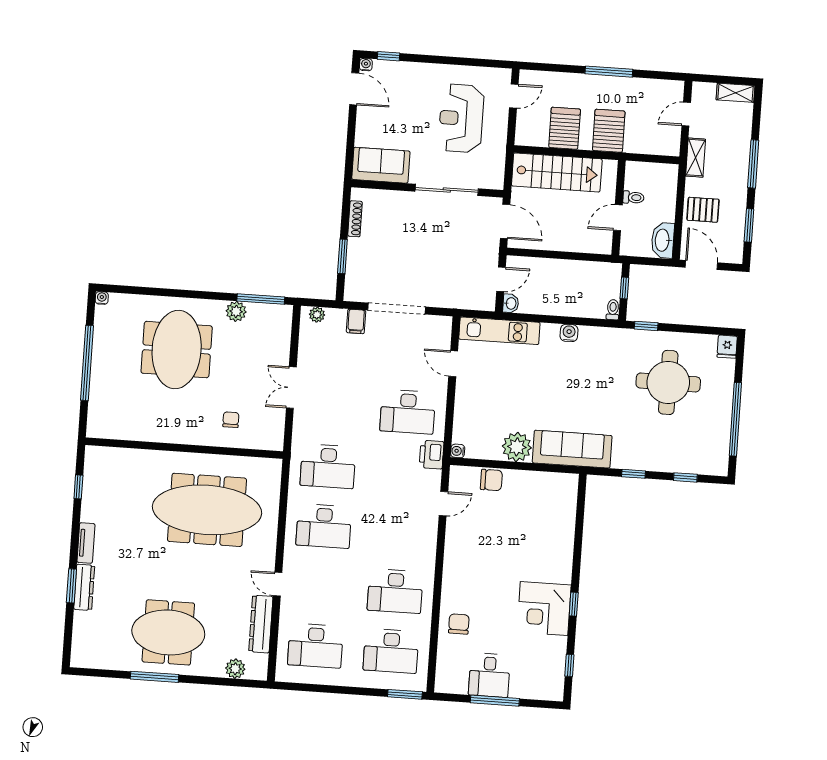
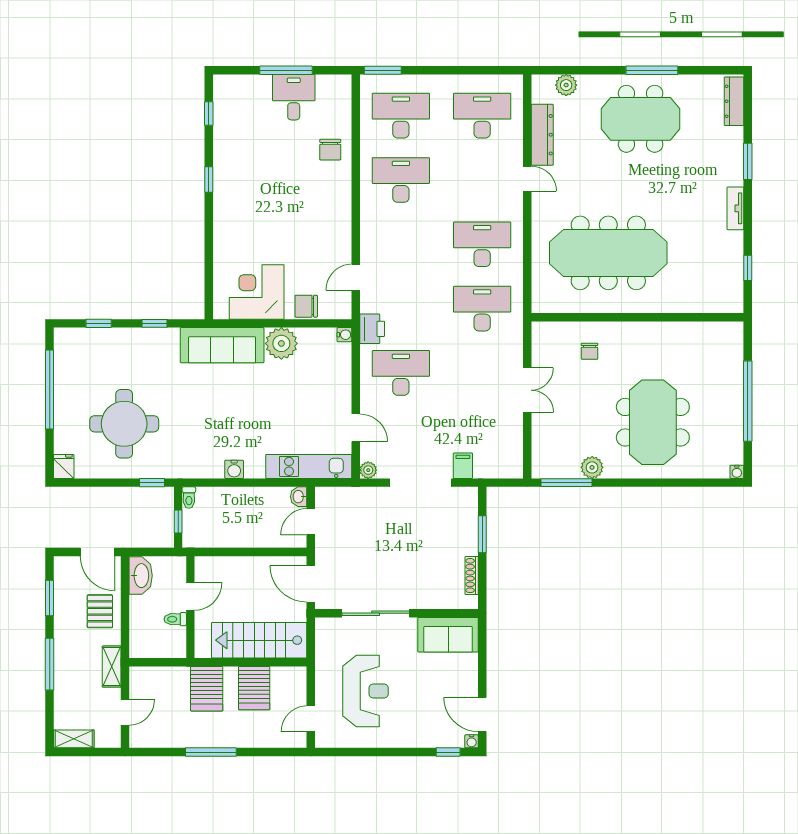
pallet: (703, 210) -> (100, 611), turned 90
plant: (317, 315) -> (368, 470), moved
dresser: (84, 587) -> (734, 101), moved
corner desk: (544, 609) -> (257, 292), moved, turned -90

